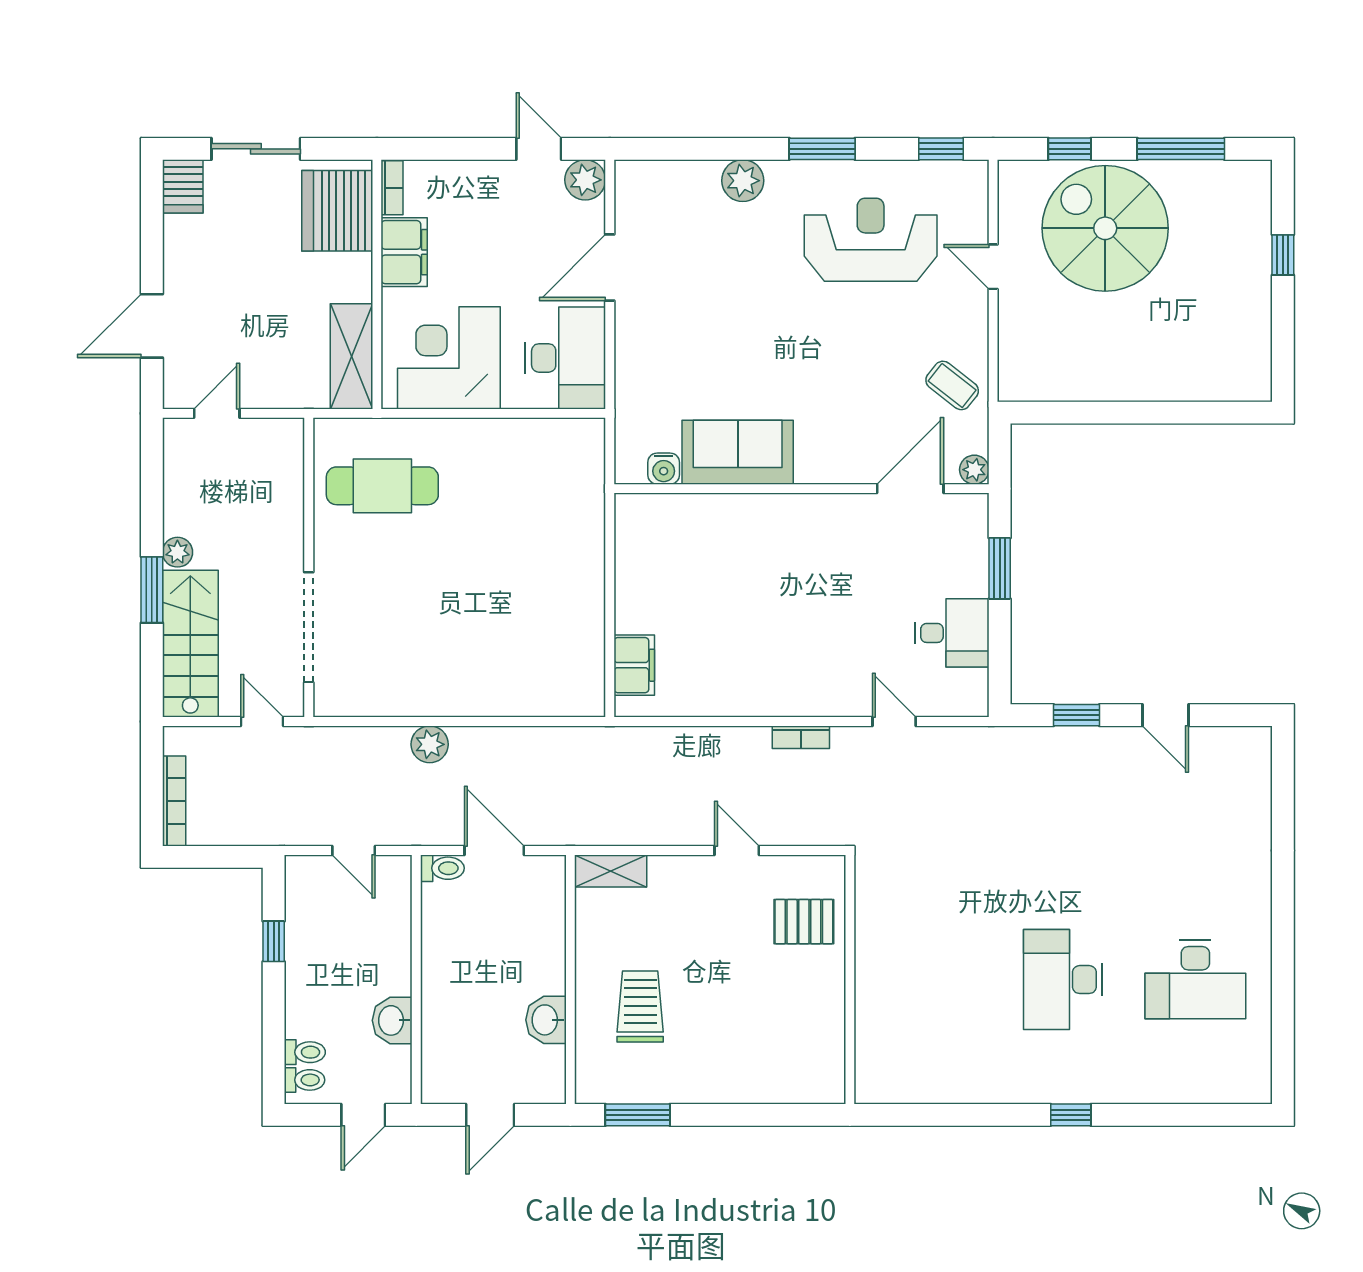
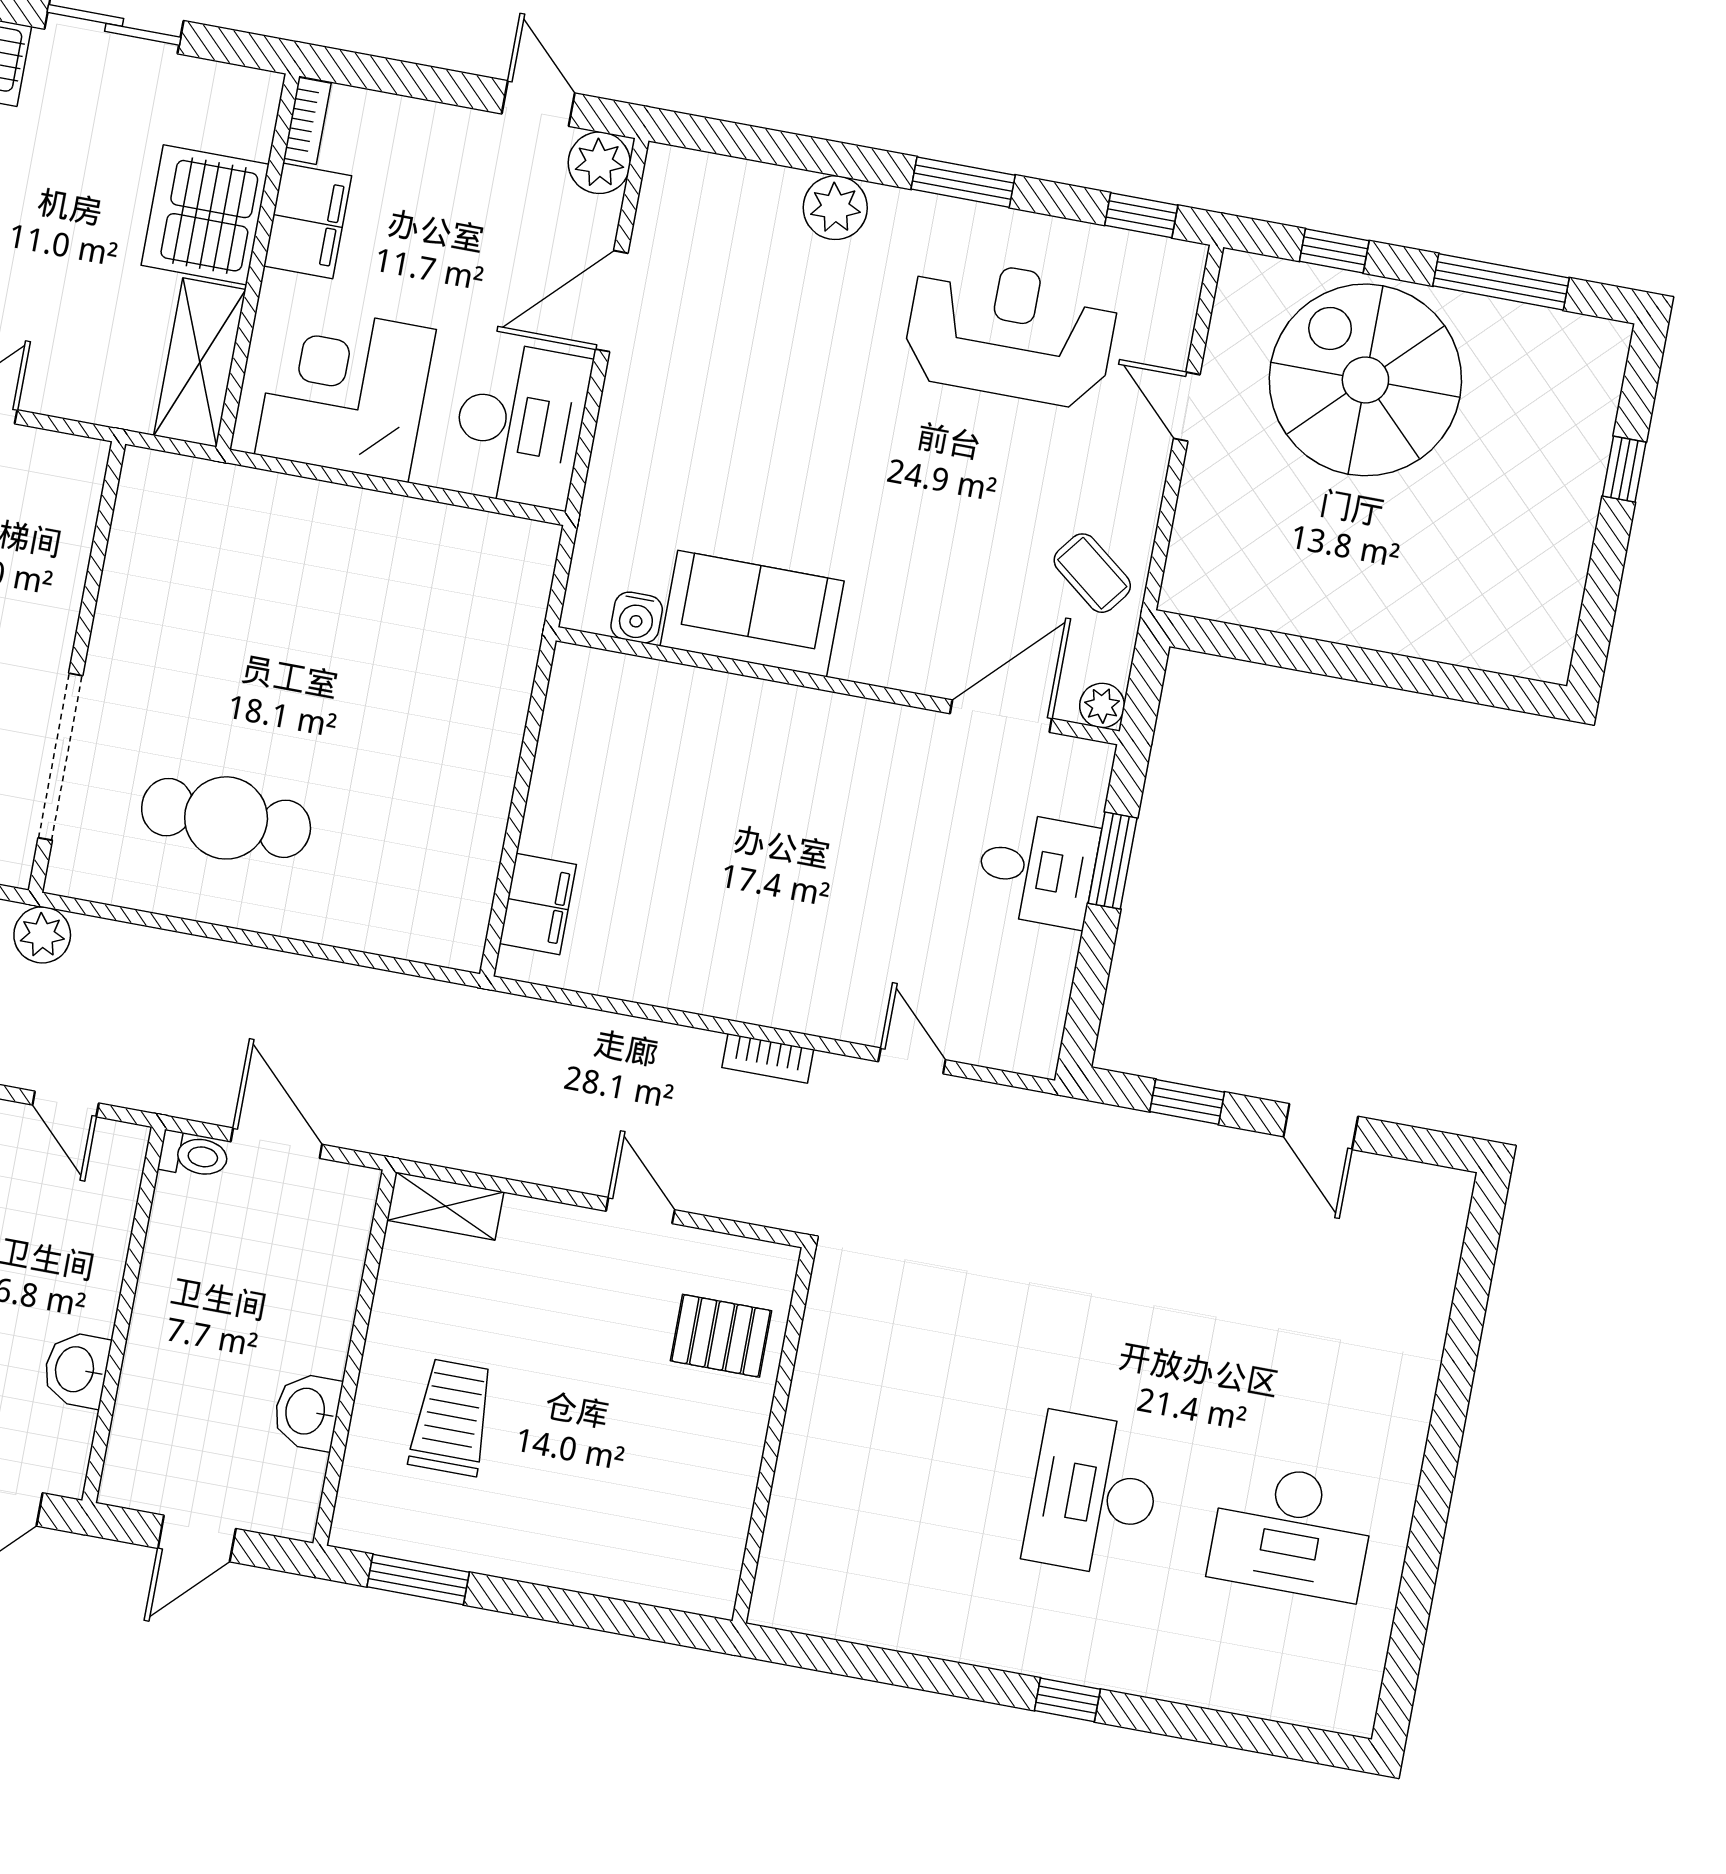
server rack: (337, 211) -> (205, 215), moved
cafe table: (382, 486) -> (226, 818), moved
desk: (952, 633) -> (1037, 870), moved
plant: (430, 744) -> (42, 935), moved

